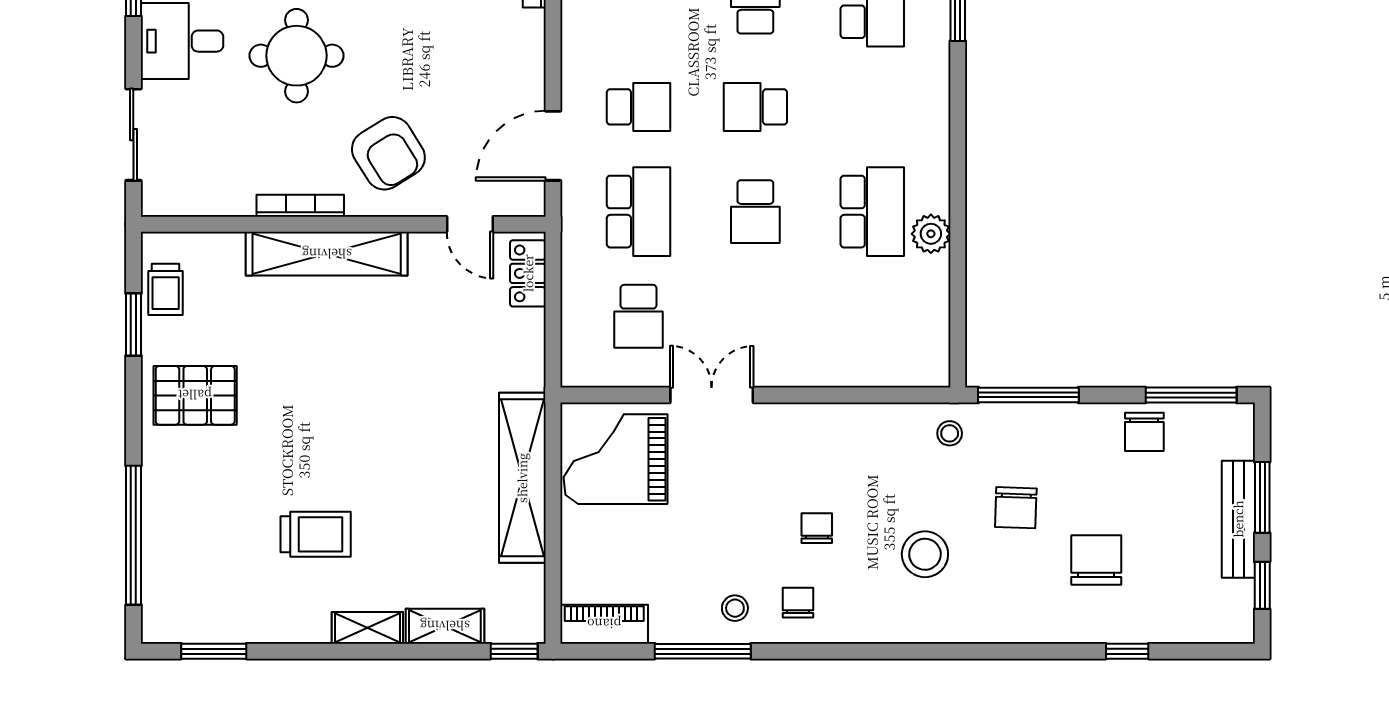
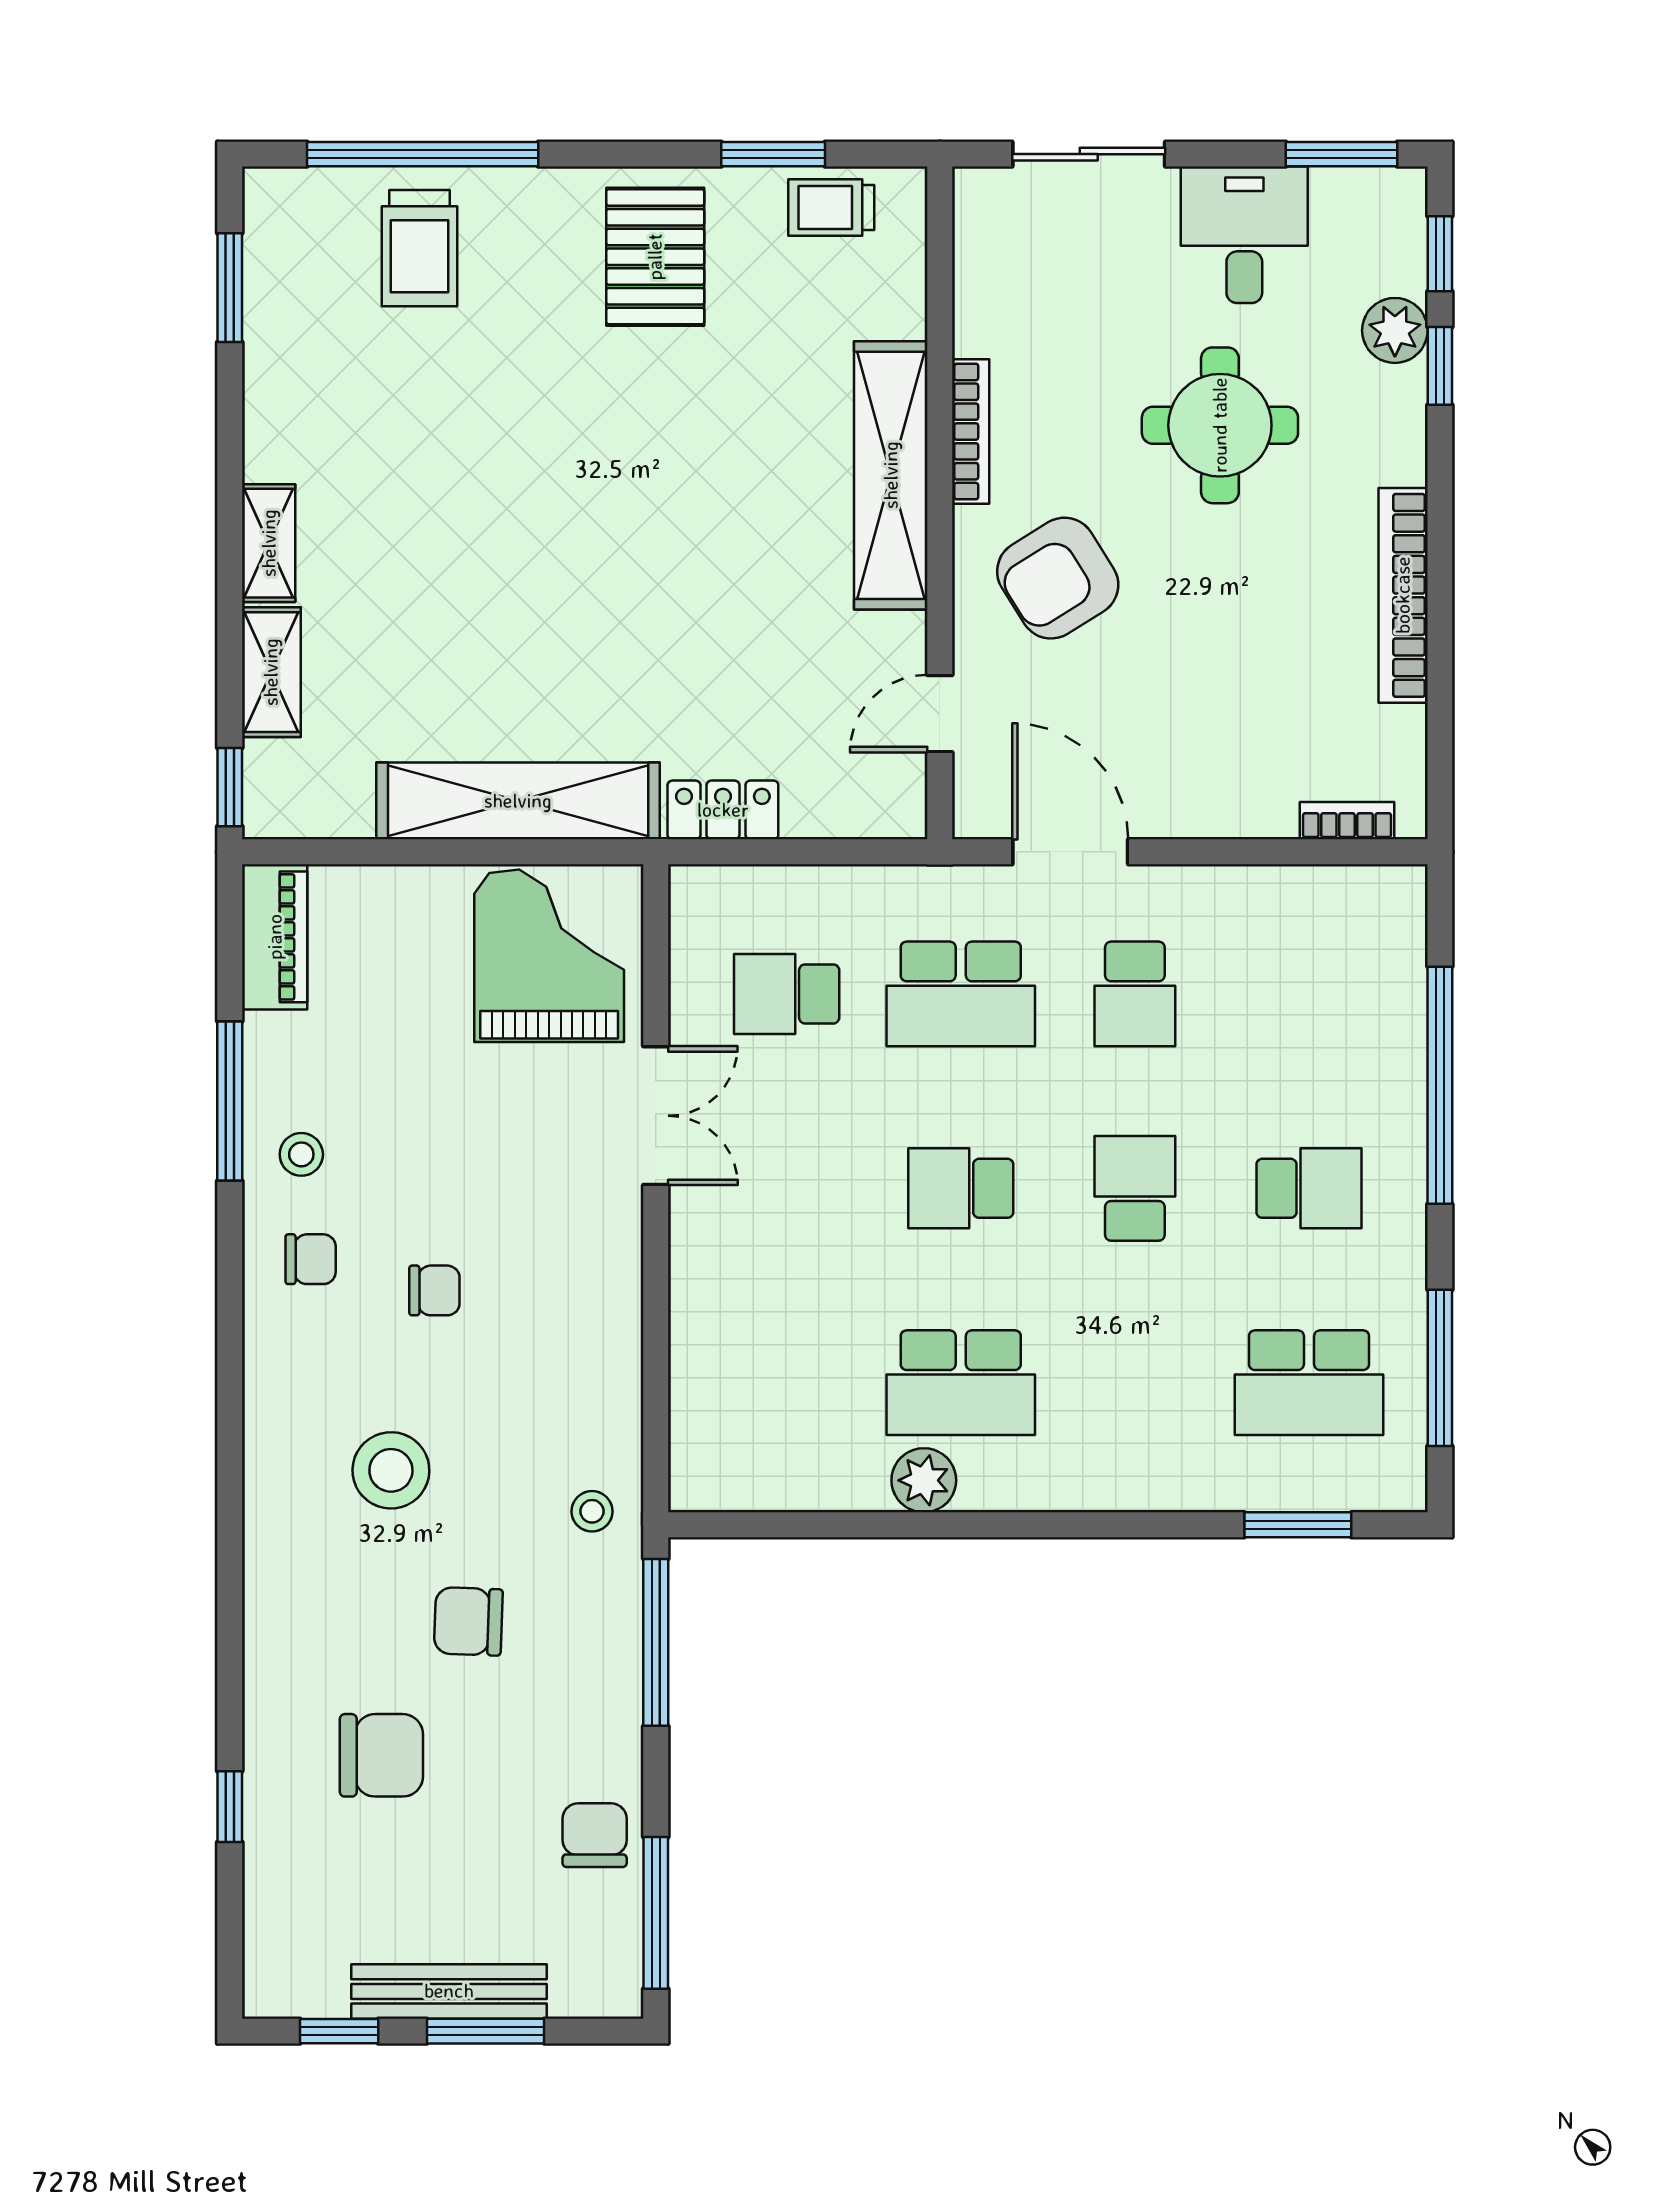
locker: (528, 273) -> (723, 810), moved
chair: (1144, 432) -> (595, 1835), turned 90
trolley: (316, 534) -> (420, 248), moved

